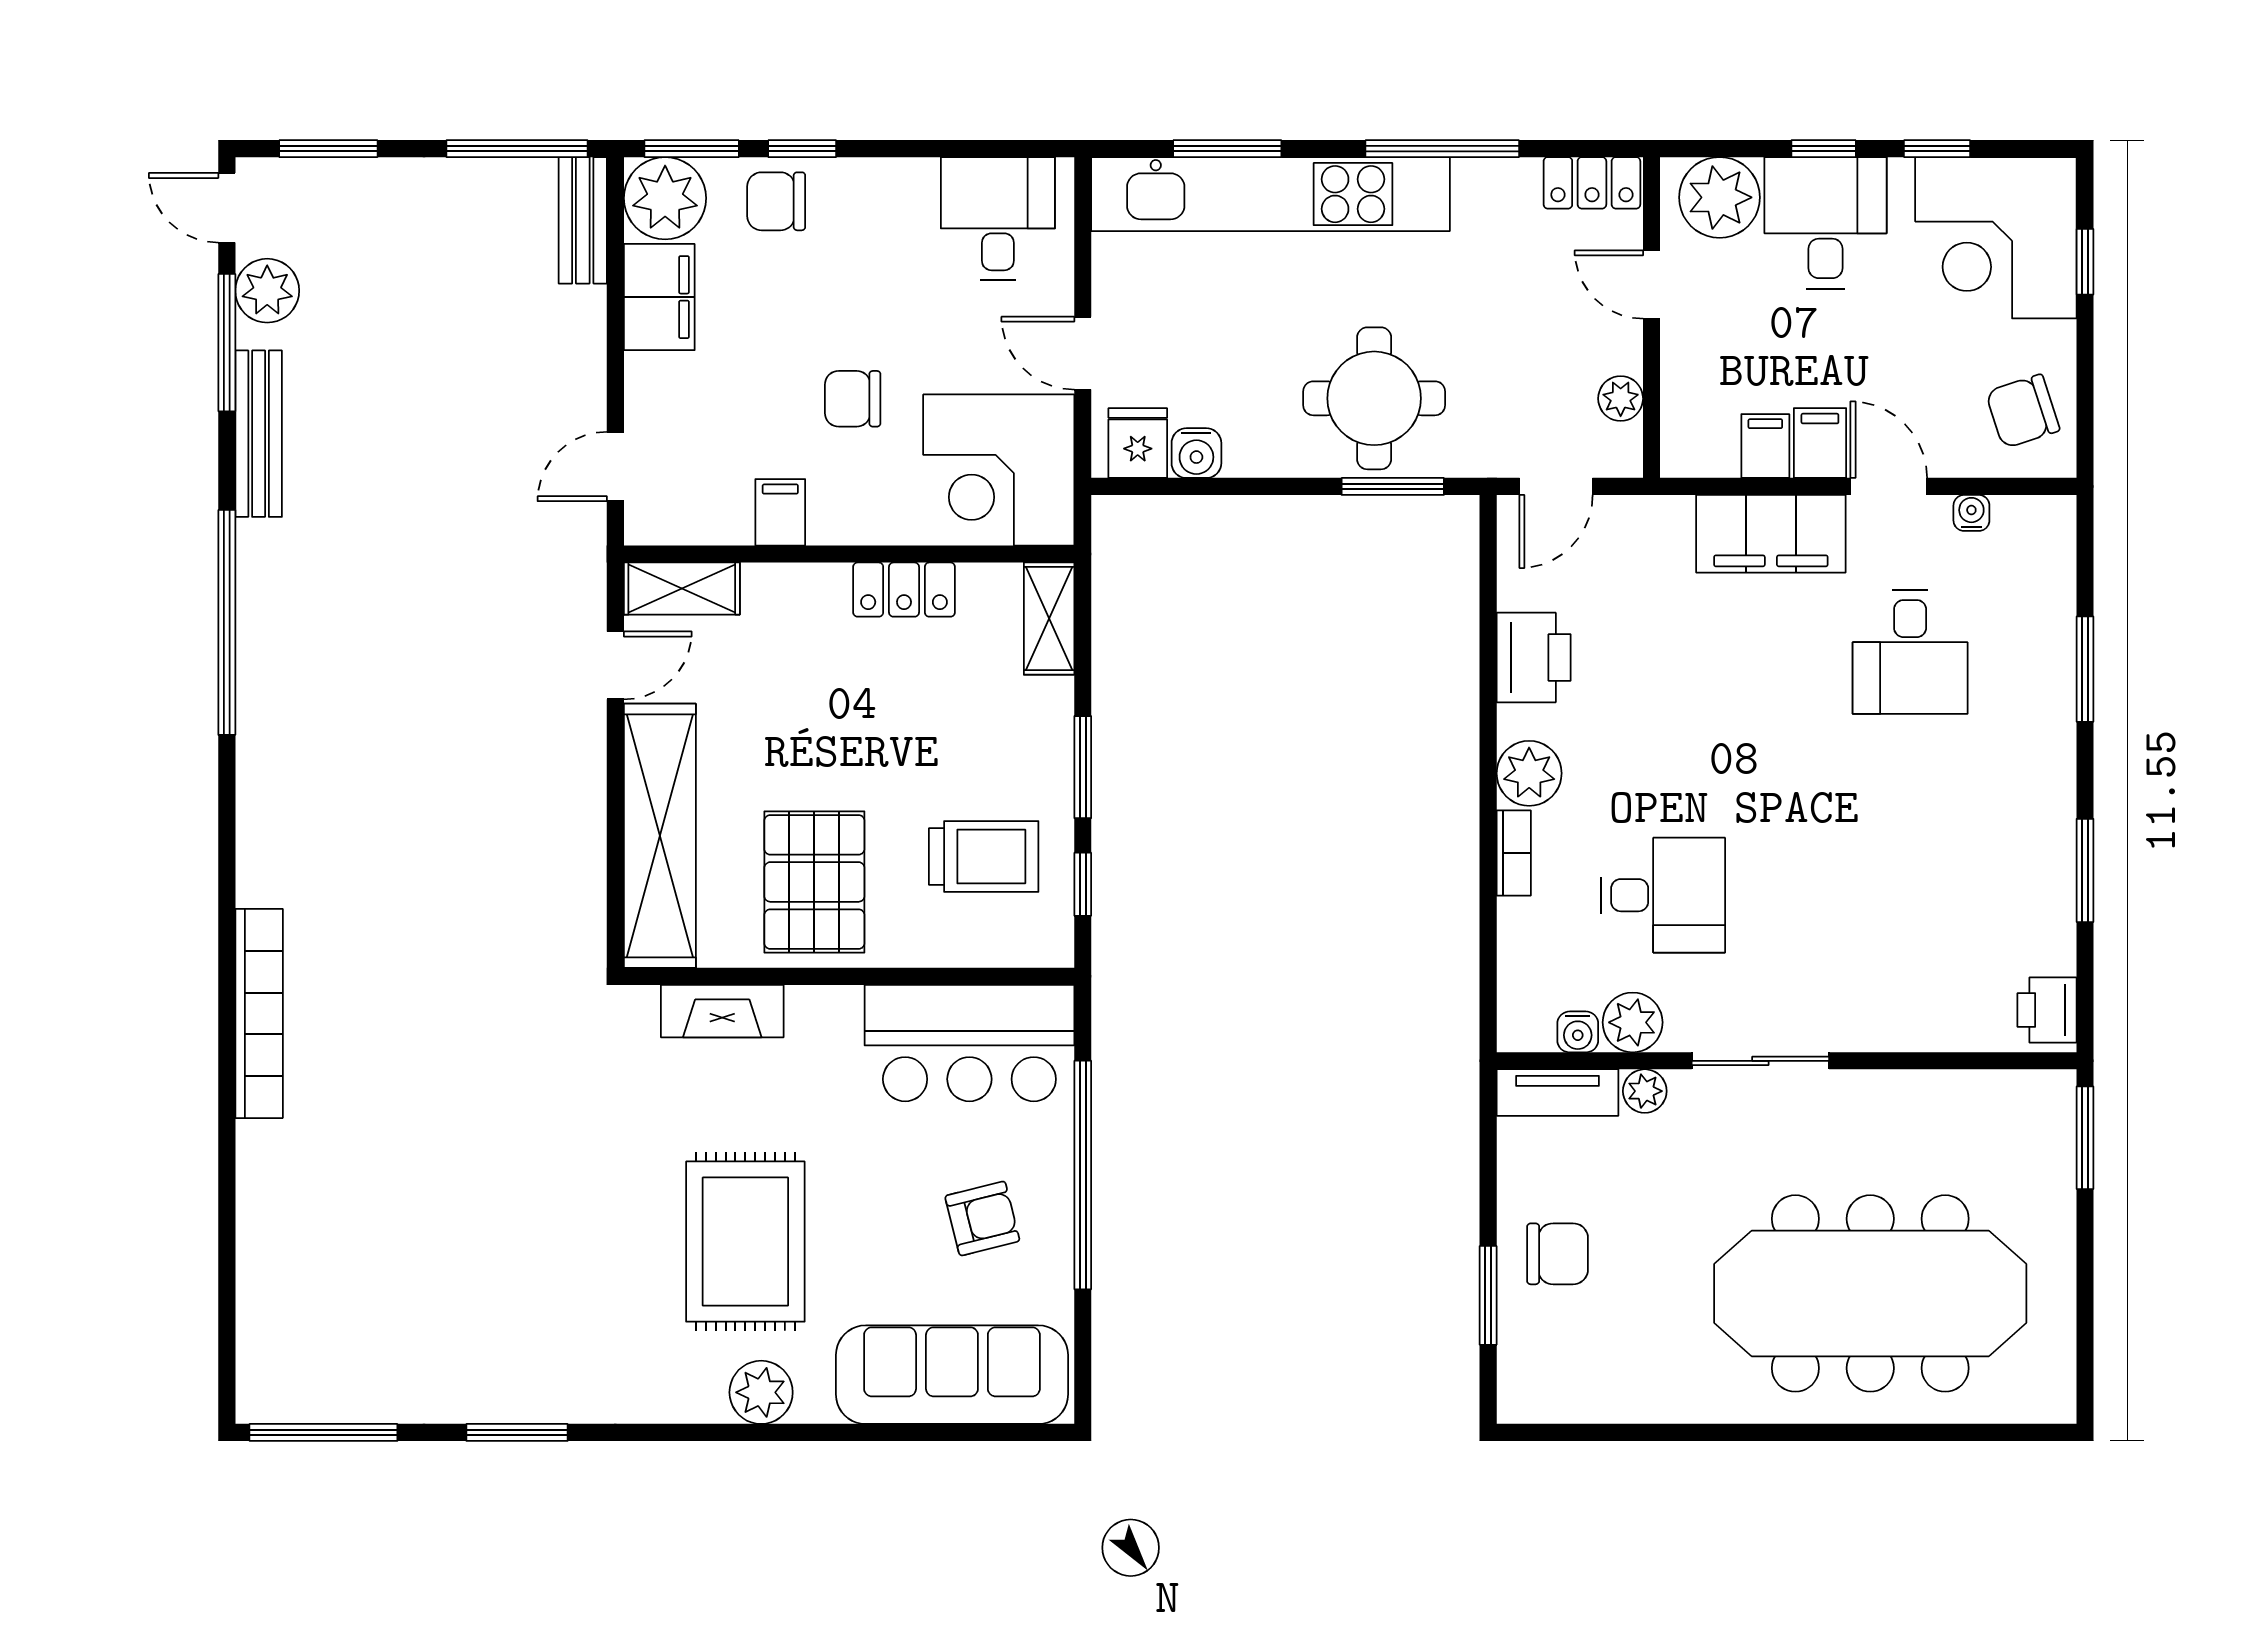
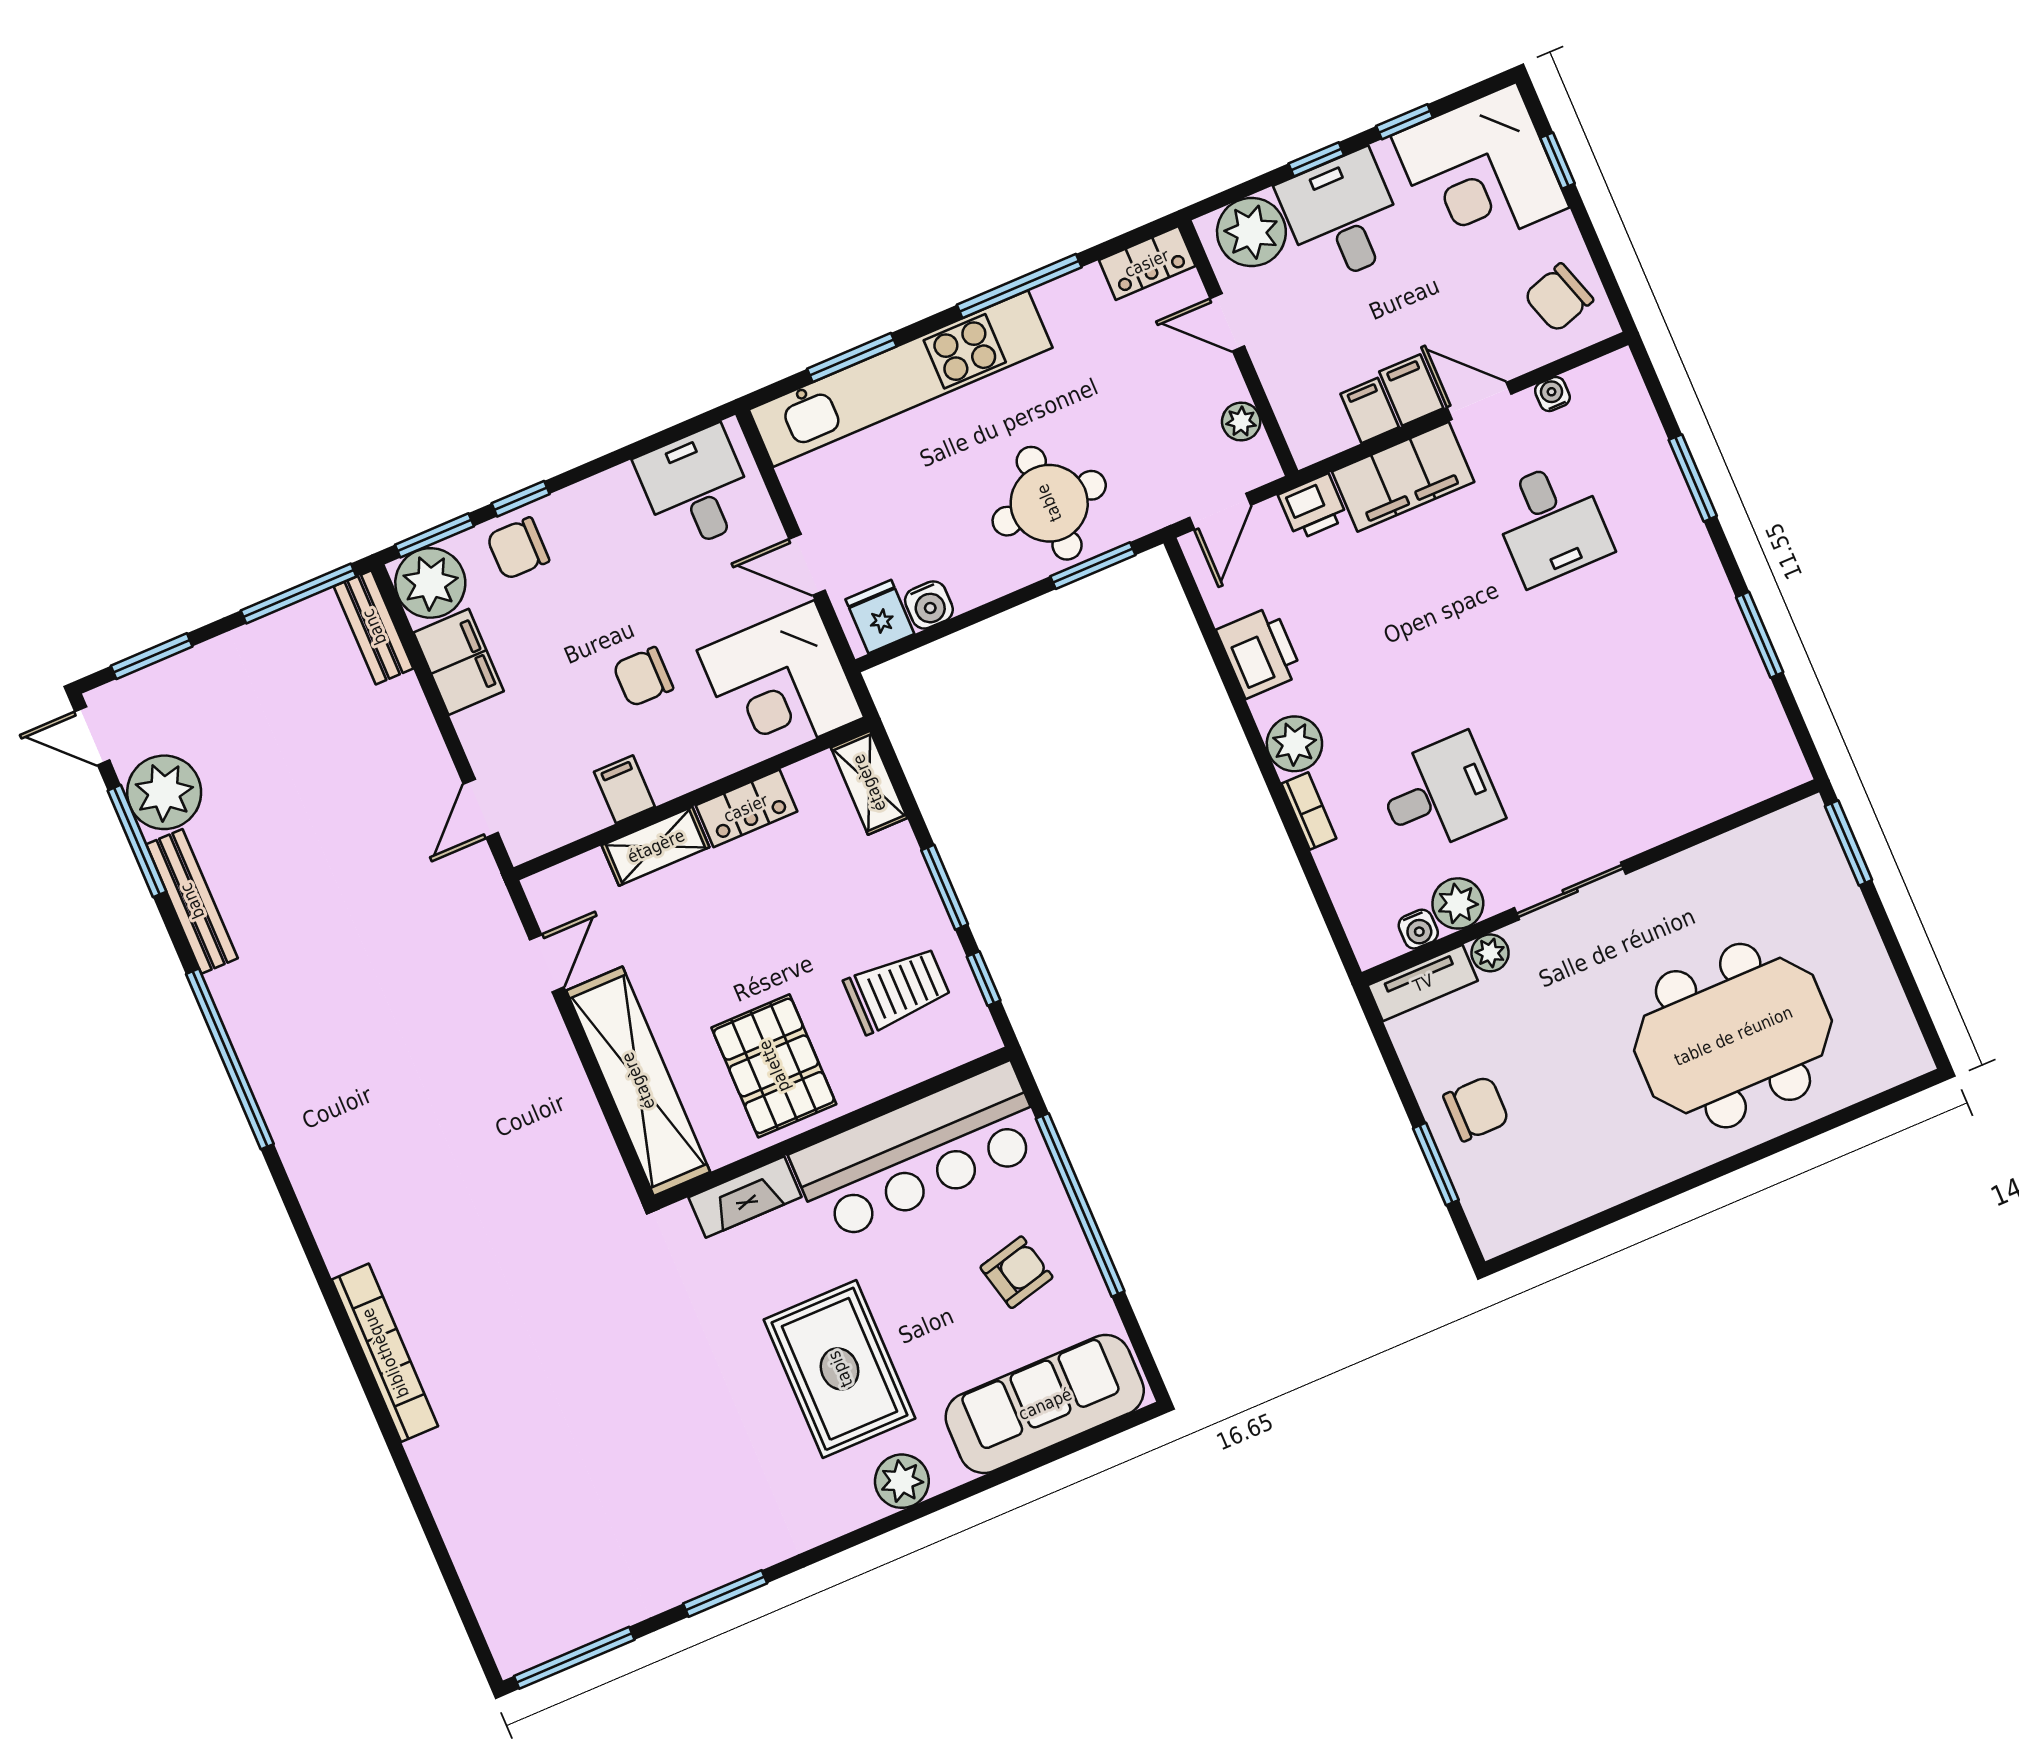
plant: (267, 291) -> (164, 792), width x1.36, depth x1.36
shelving: (682, 589) -> (656, 846), moved
printer: (2047, 1010) -> (1313, 507), moved, turned -90
bar counter: (969, 1043) -> (918, 1153), width x1.36
meeting table: (1870, 1293) -> (1733, 1036), width x0.73

